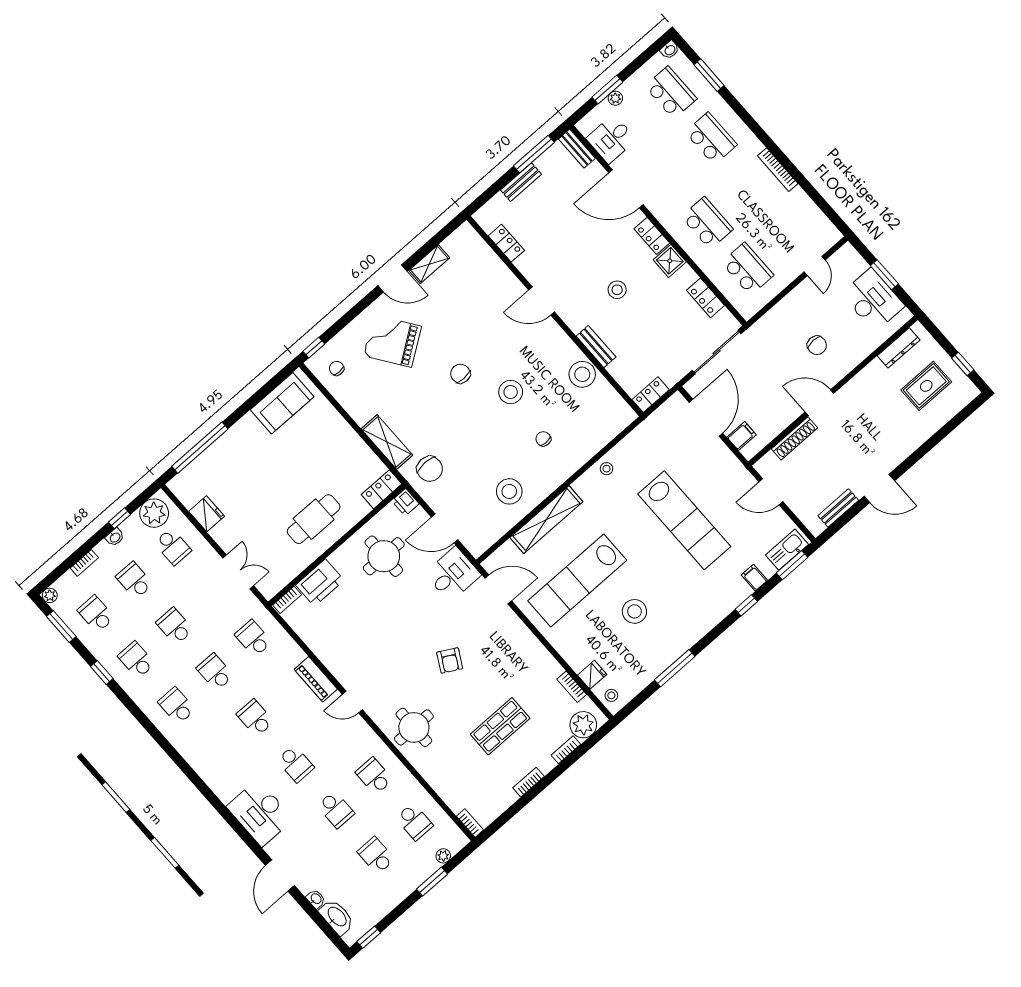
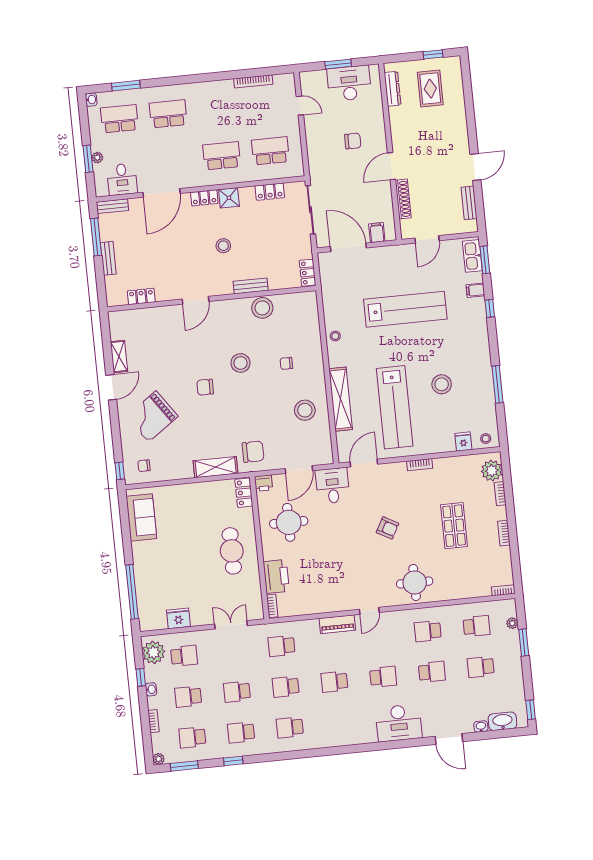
bookcase: (778, 170) -> (253, 81), moved
bookcase: (572, 687) -> (420, 465), moved

